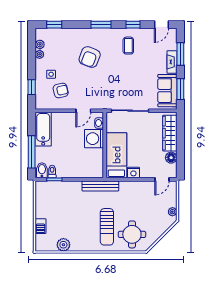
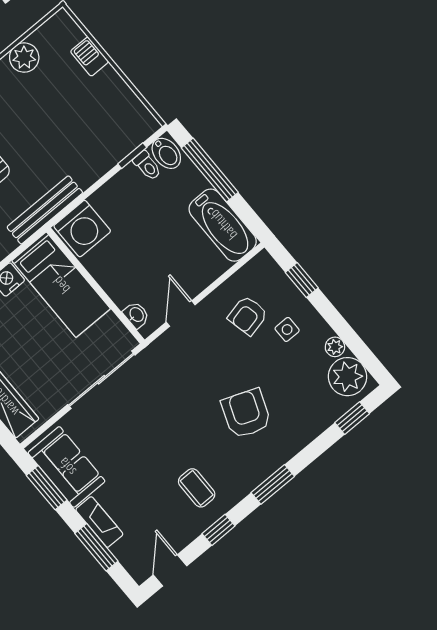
plant: (40, 44) -> (348, 377), width x1.87, depth x1.87
washing machine: (94, 139) -> (82, 229), moved, turned 90

